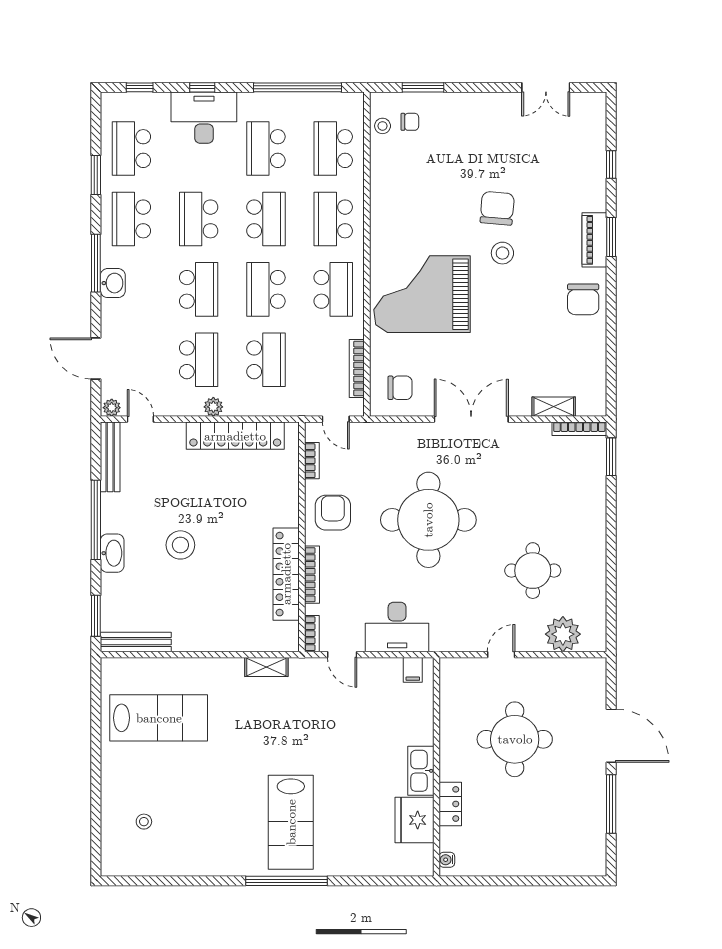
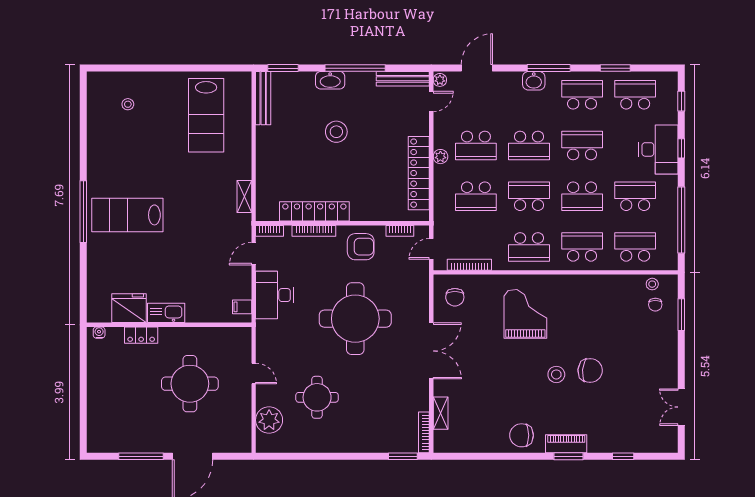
grand piano: (422, 294) -> (525, 314), width x0.73, depth x0.68

